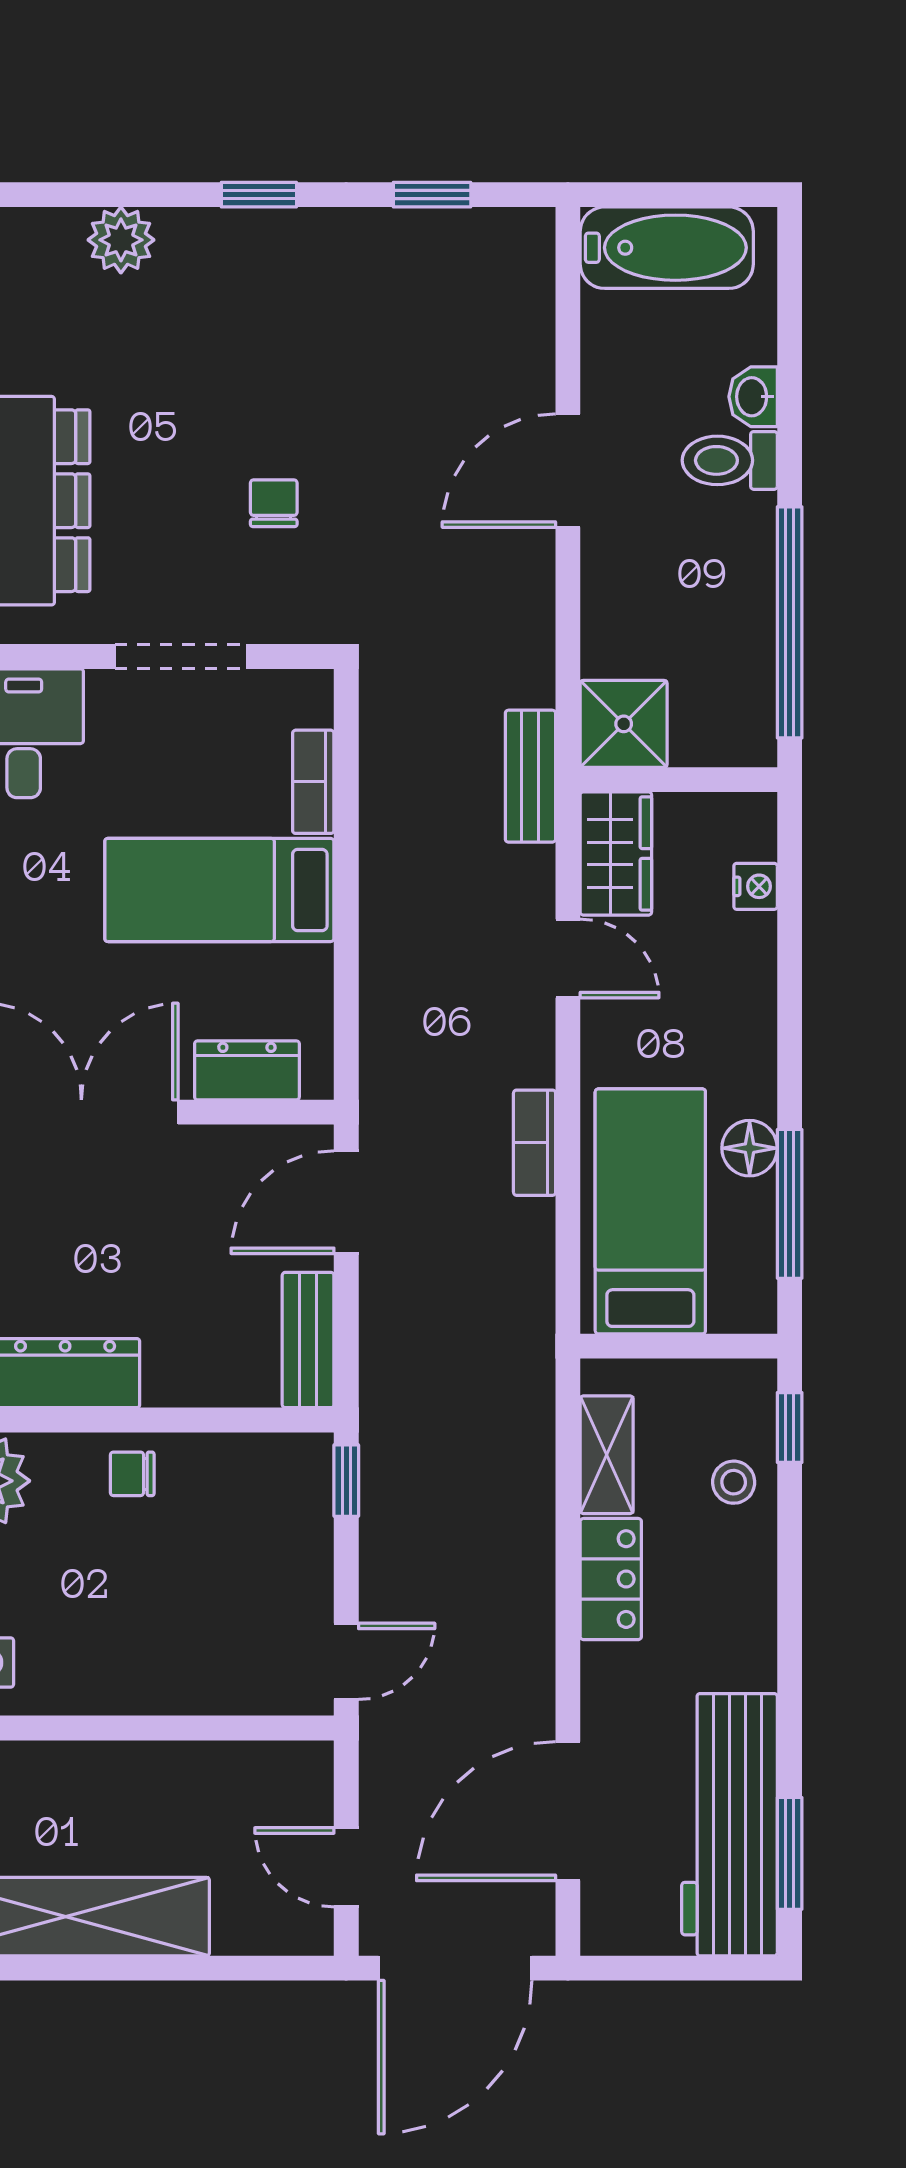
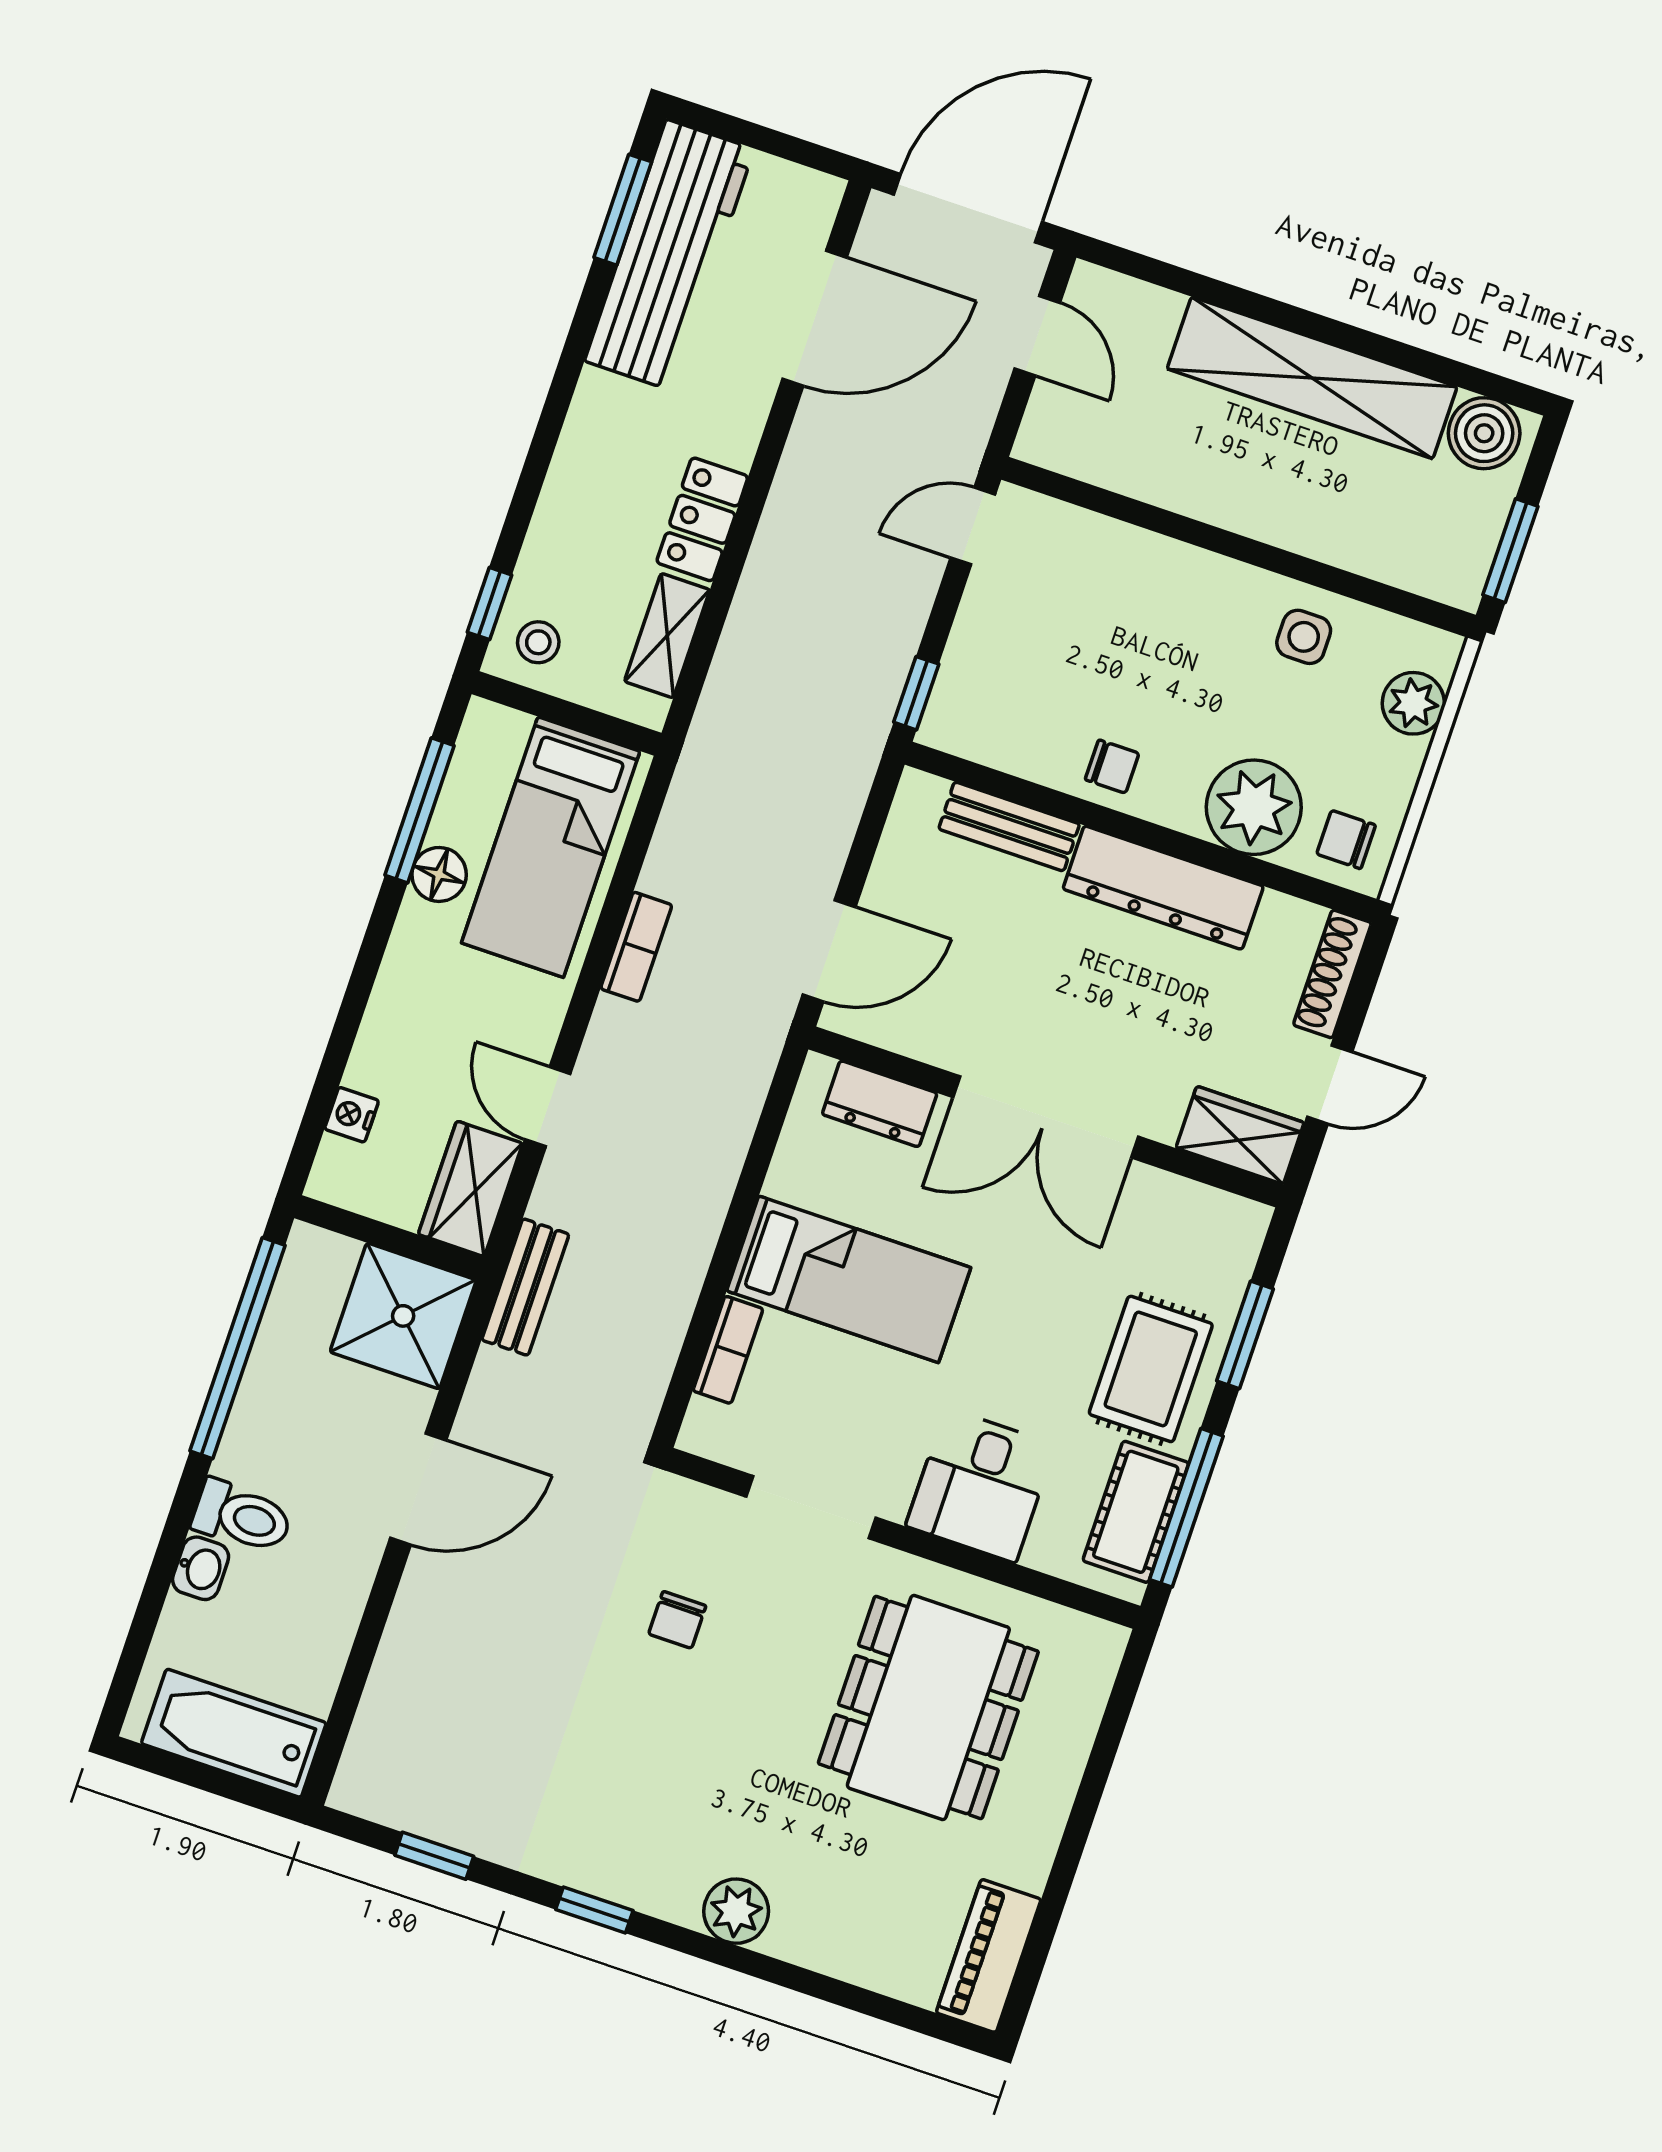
door: (568, 471) -> (418, 1489), moved
shower: (624, 724) -> (403, 1316), width x1.36, depth x1.36
bench: (308, 1340) -> (1009, 826), moved, turned 90
stool: (734, 1482) -> (538, 642), moved

